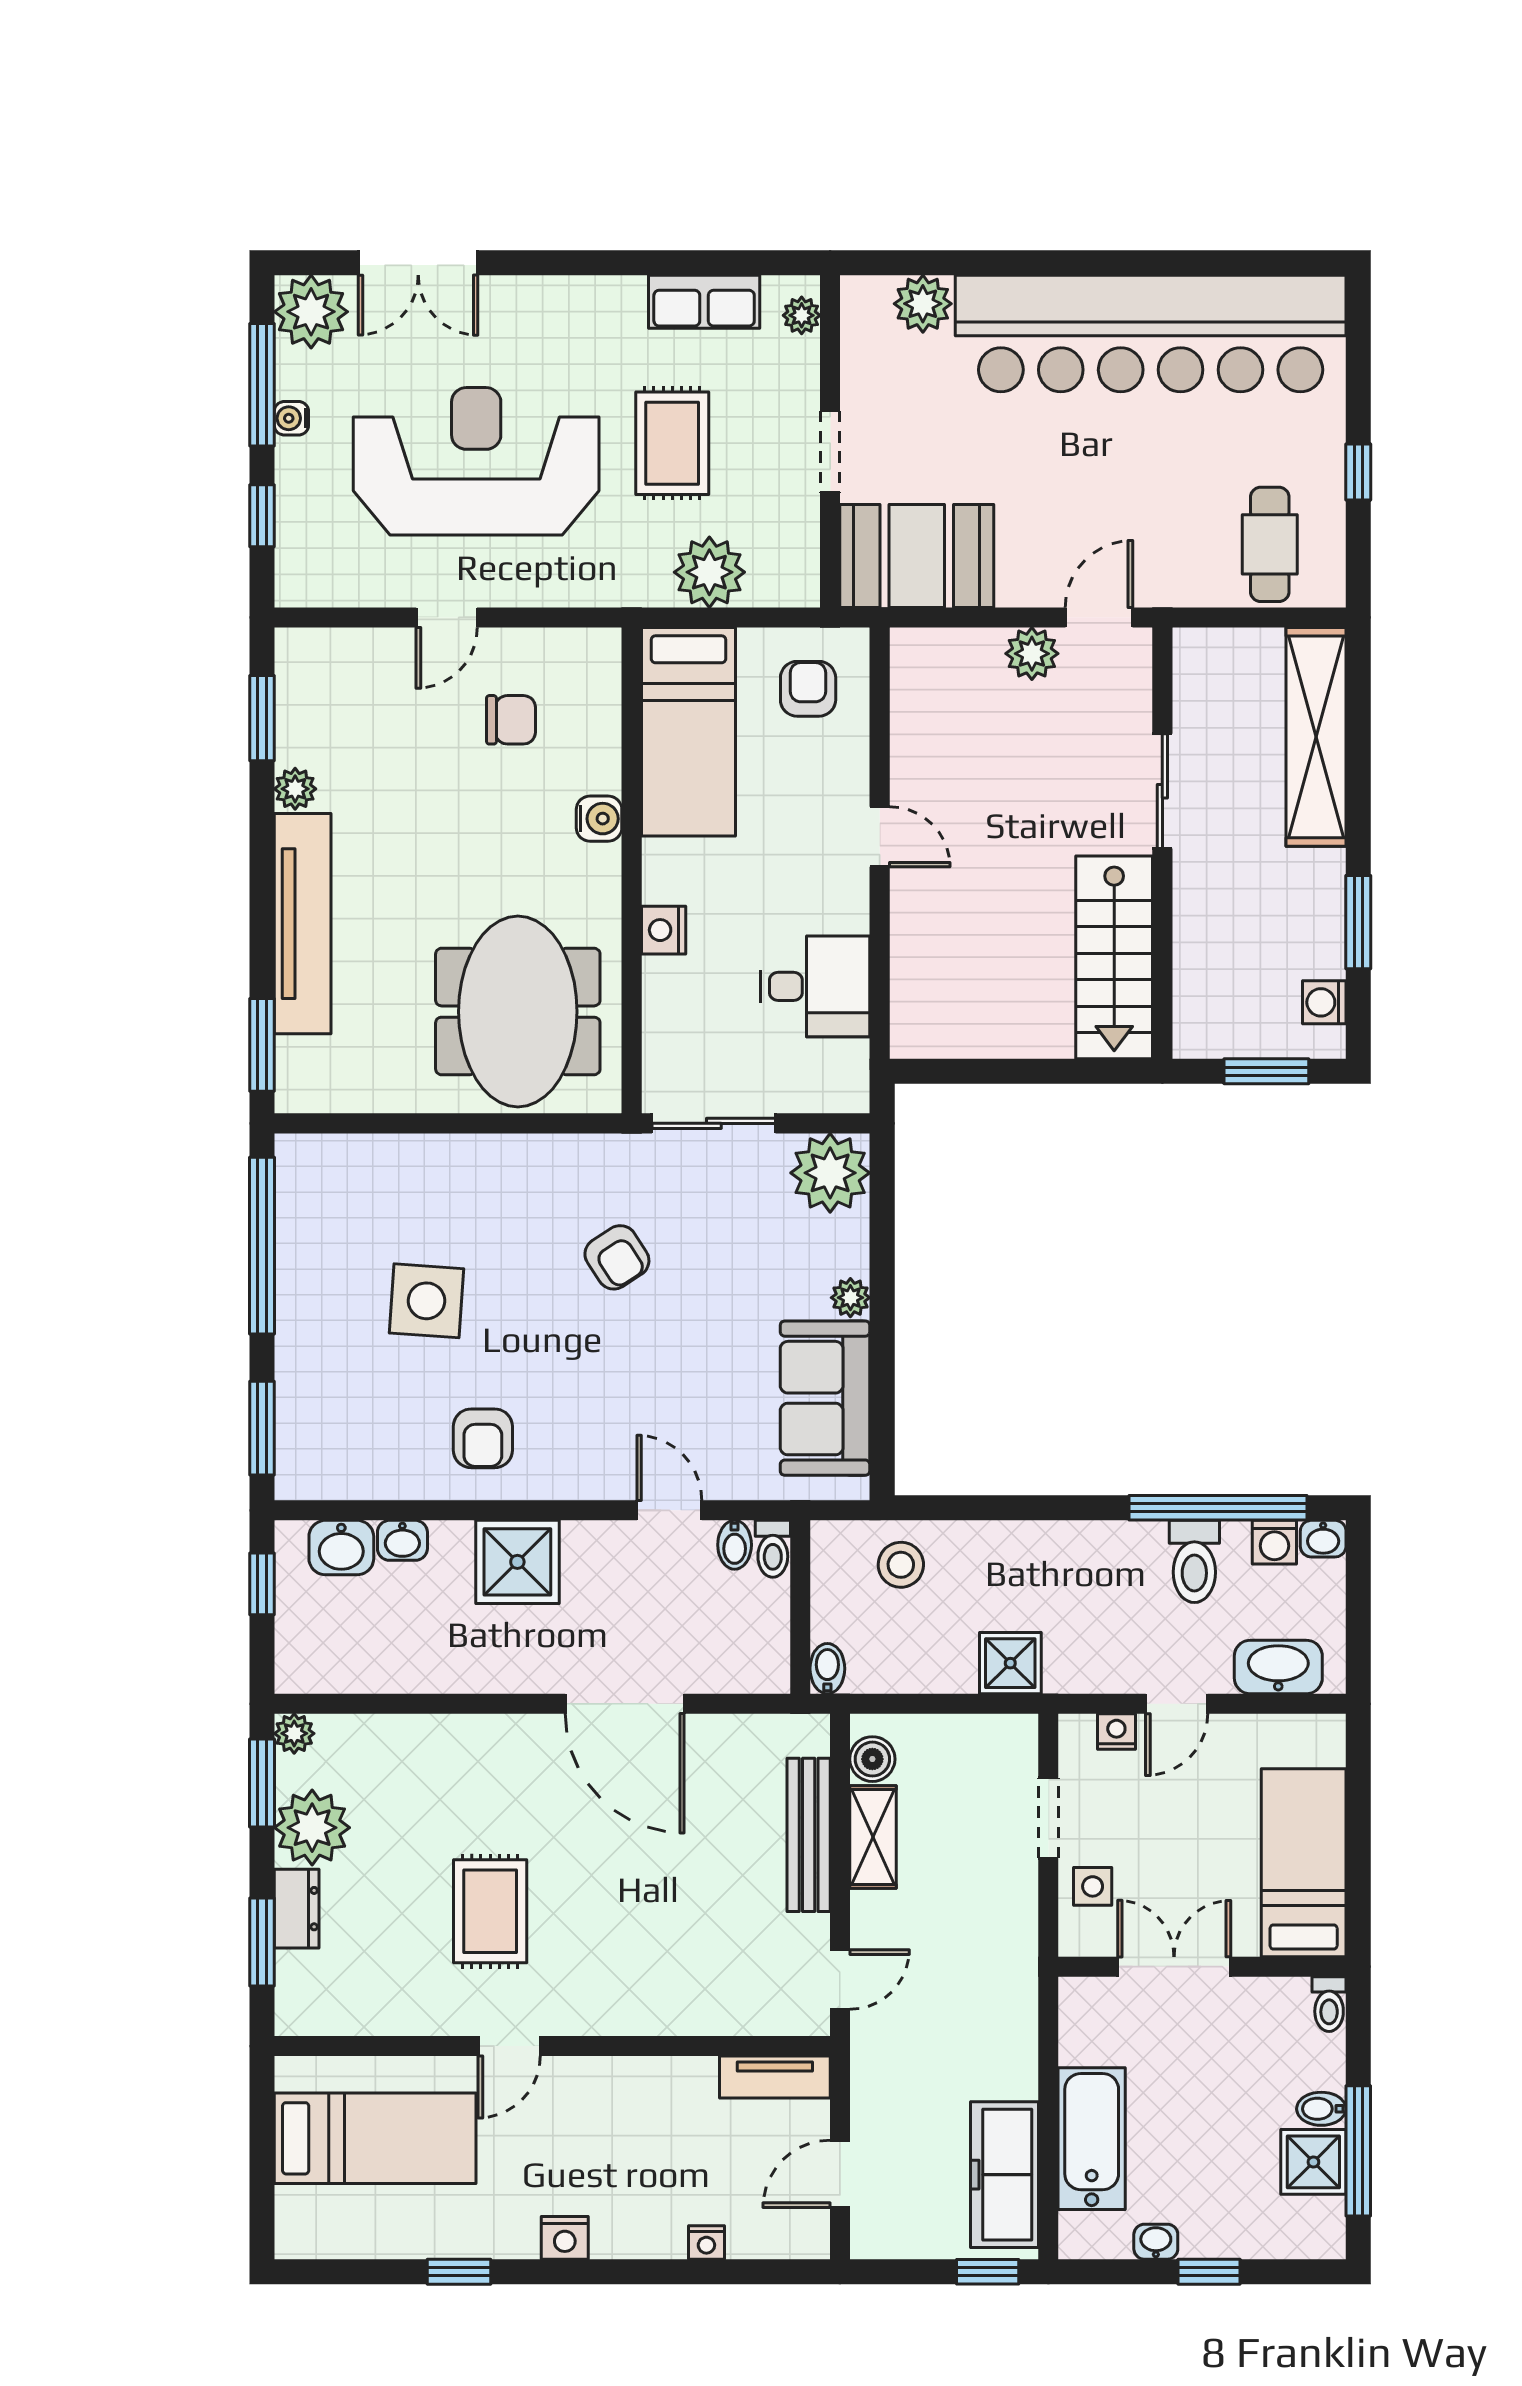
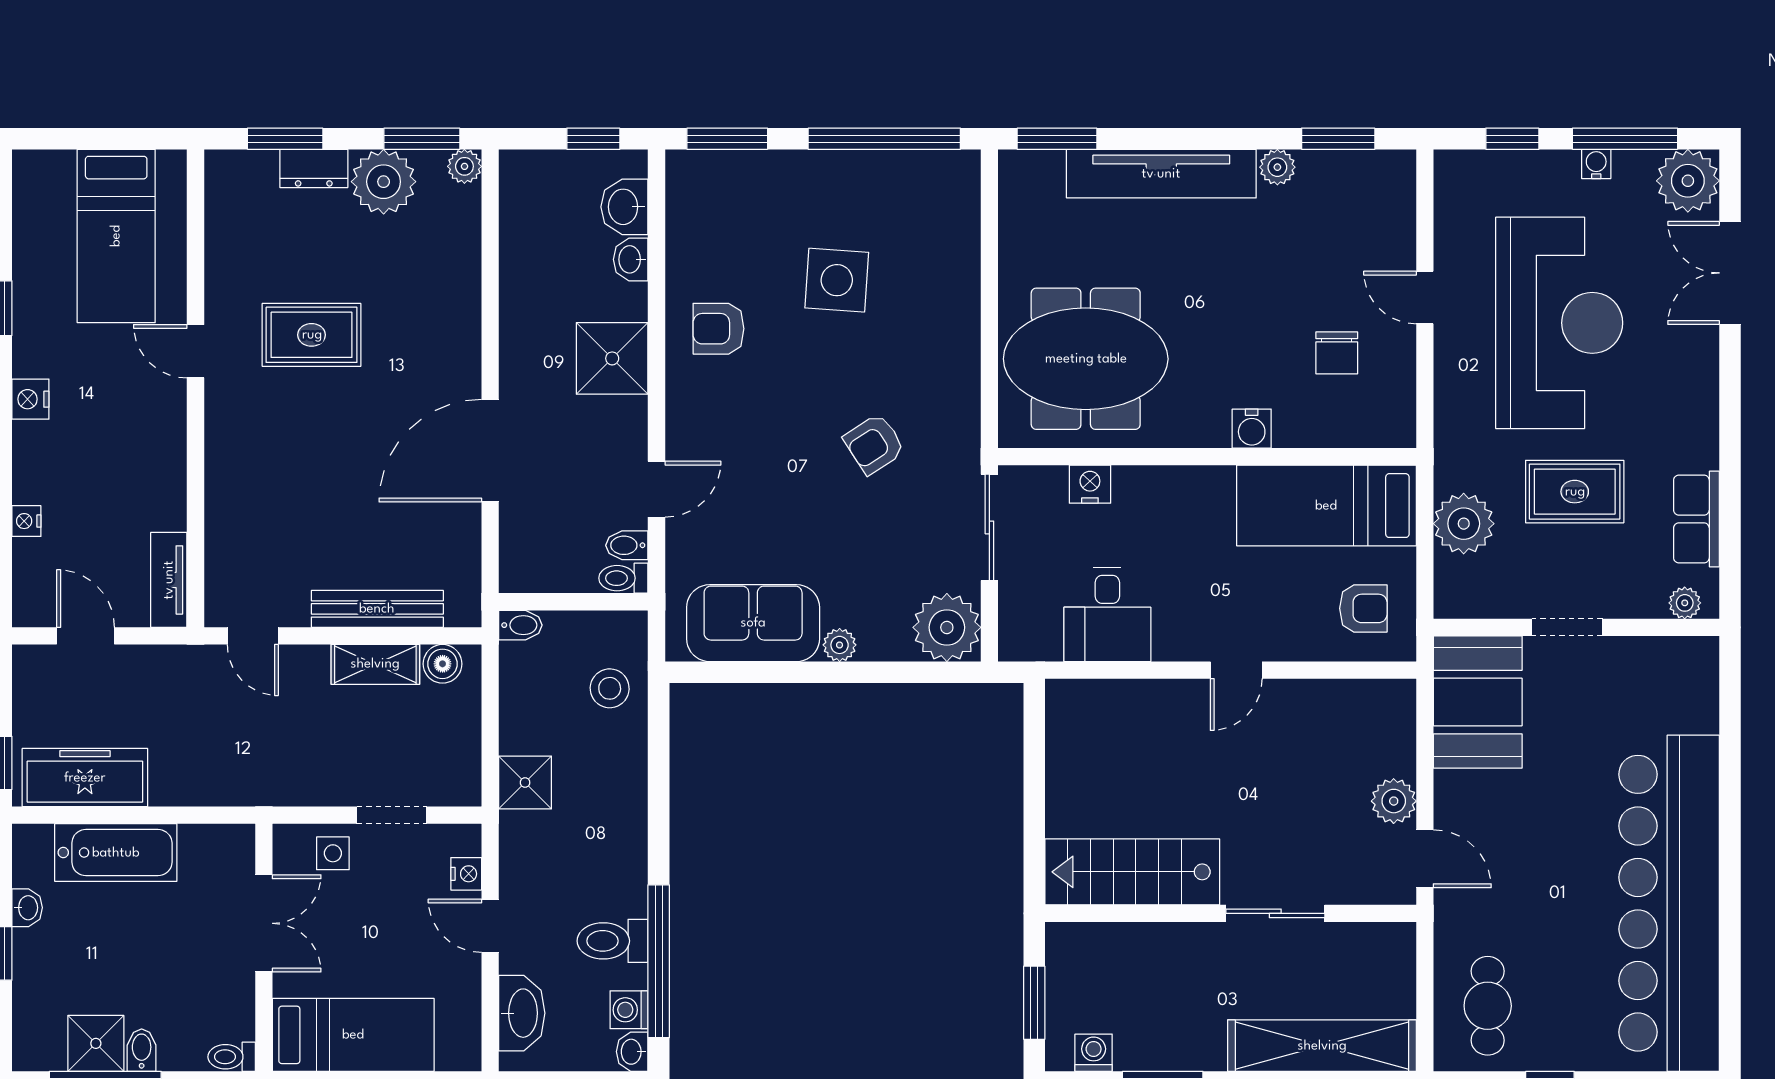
plant: (923, 304) -> (1695, 707), removed
cafe table: (1270, 544) -> (1488, 1006), turned 90
nightstand: (664, 930) -> (1090, 484), moved

